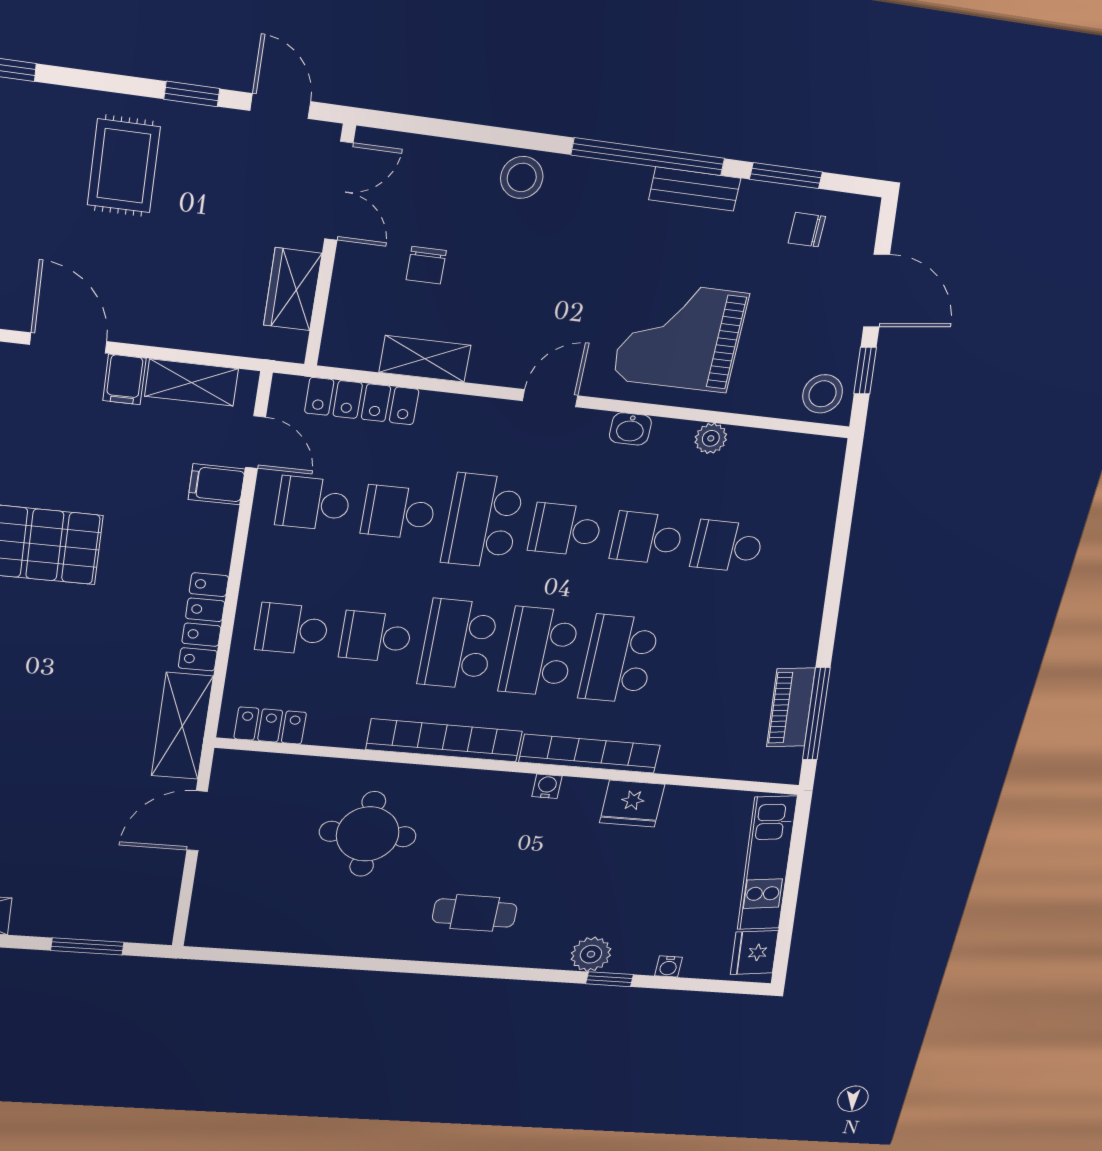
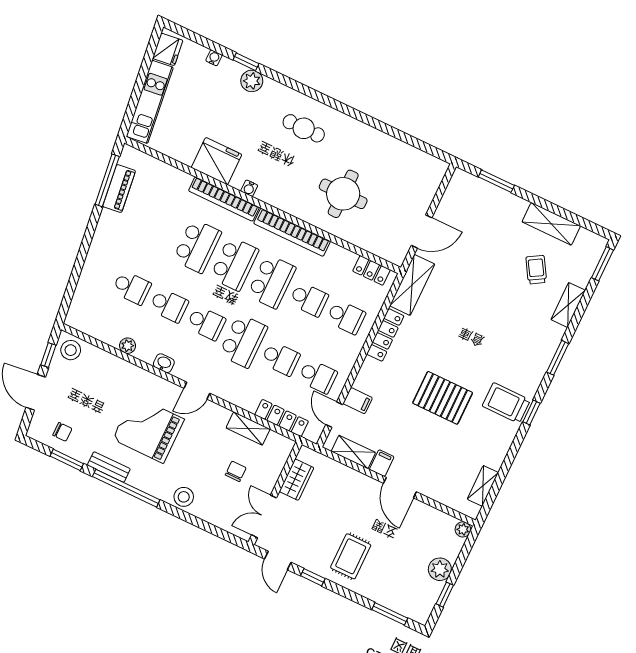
grand piano: (680, 337) -> (148, 429), moved, turned 180
fridge: (632, 804) -> (217, 161), width x1.36, depth x1.34

